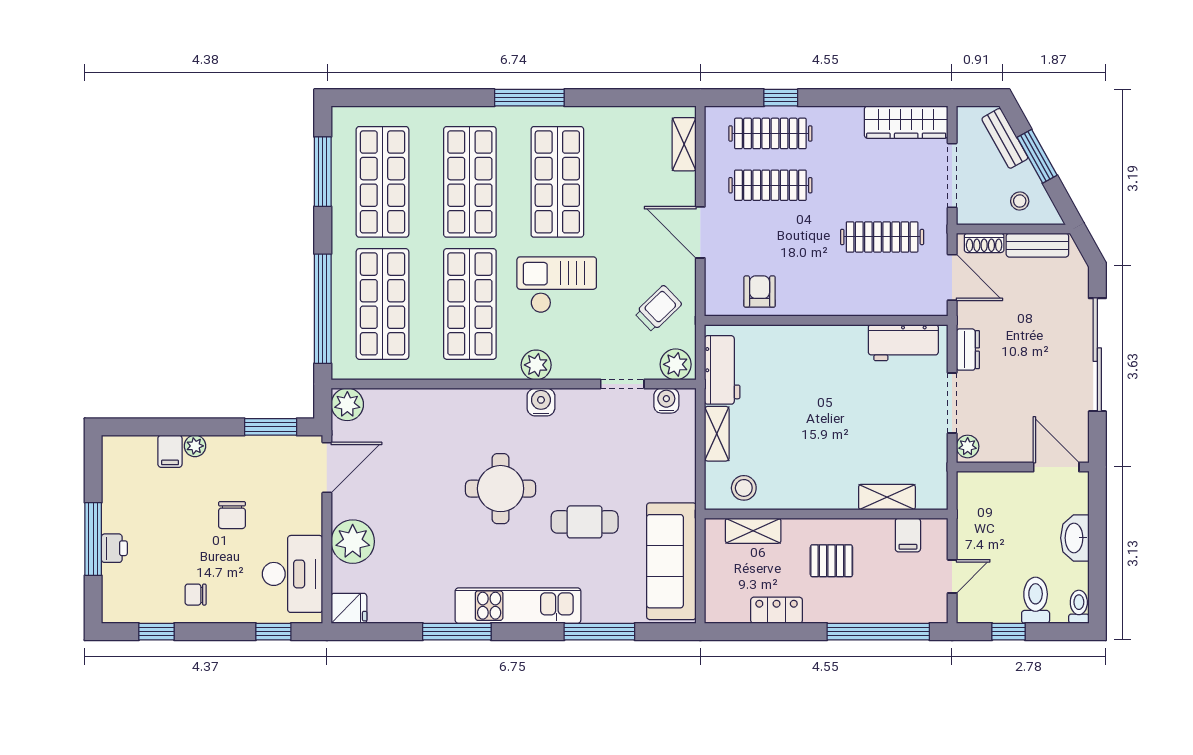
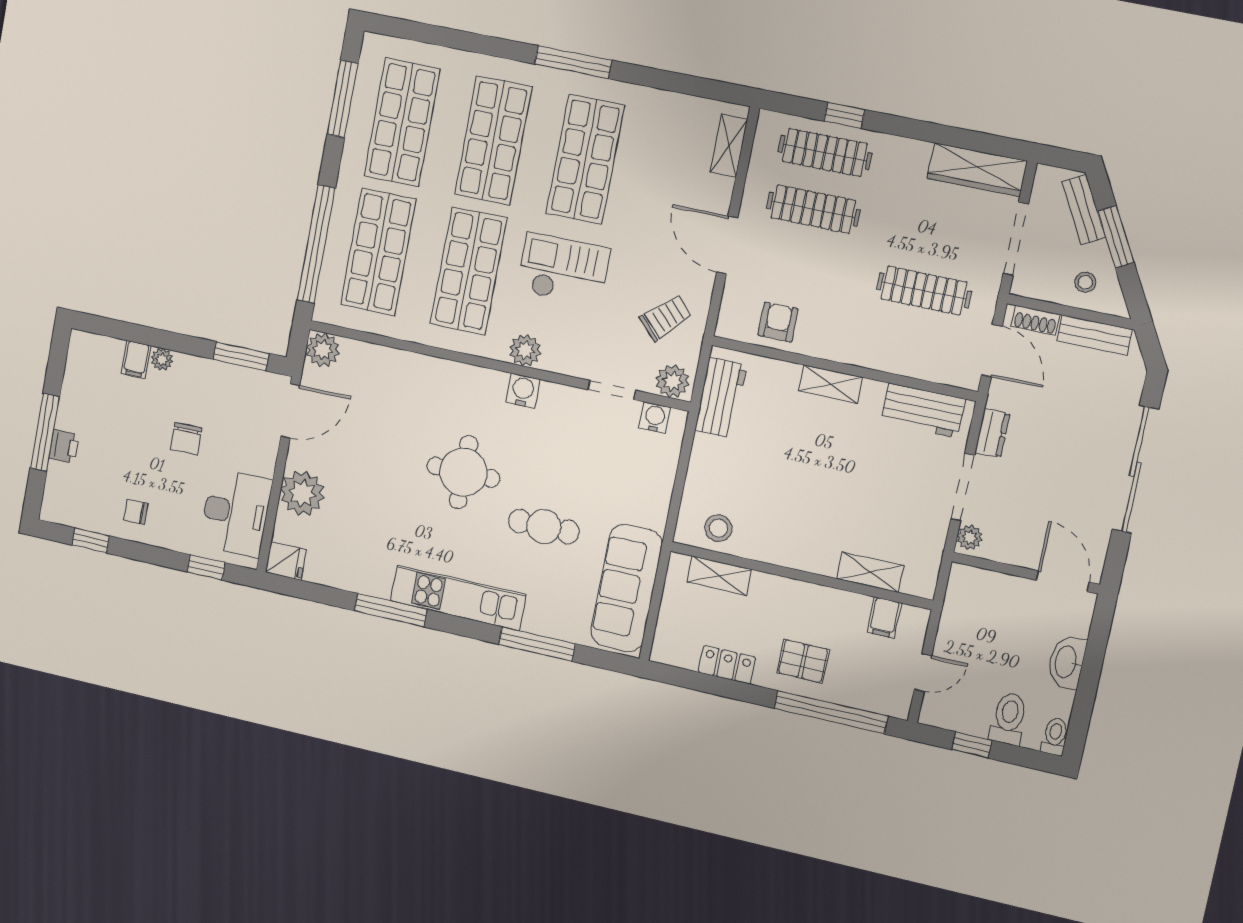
shelving: (717, 434) -> (831, 384), moved, turned 90
pallet: (831, 561) -> (803, 661), moved

